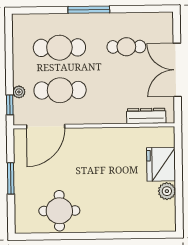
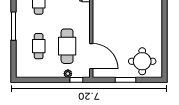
cafe table: (59, 48) -> (39, 46), width x0.73, depth x0.74
round table: (59, 211) -> (142, 61), moved

